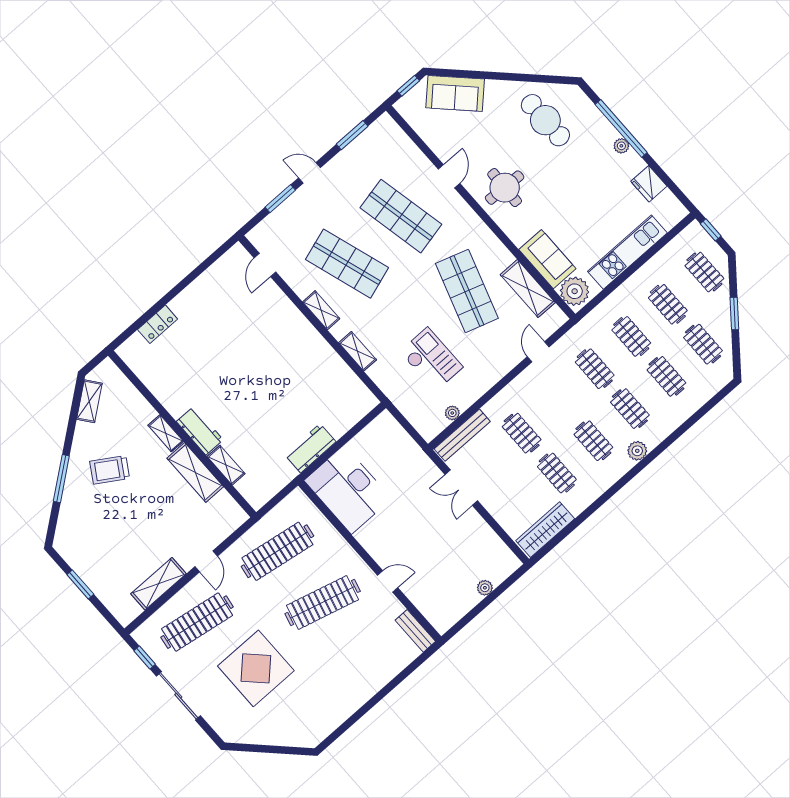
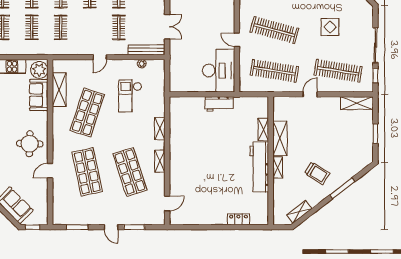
door: (538, 352) -> (100, 57), moved
workbench: (200, 431) -> (259, 167), width x1.88, depth x1.32
door: (388, 581) -> (237, 40), moved
shelving: (159, 584) -> (357, 103), moved
display table: (256, 668) -> (330, 27), width x0.54, depth x0.54

